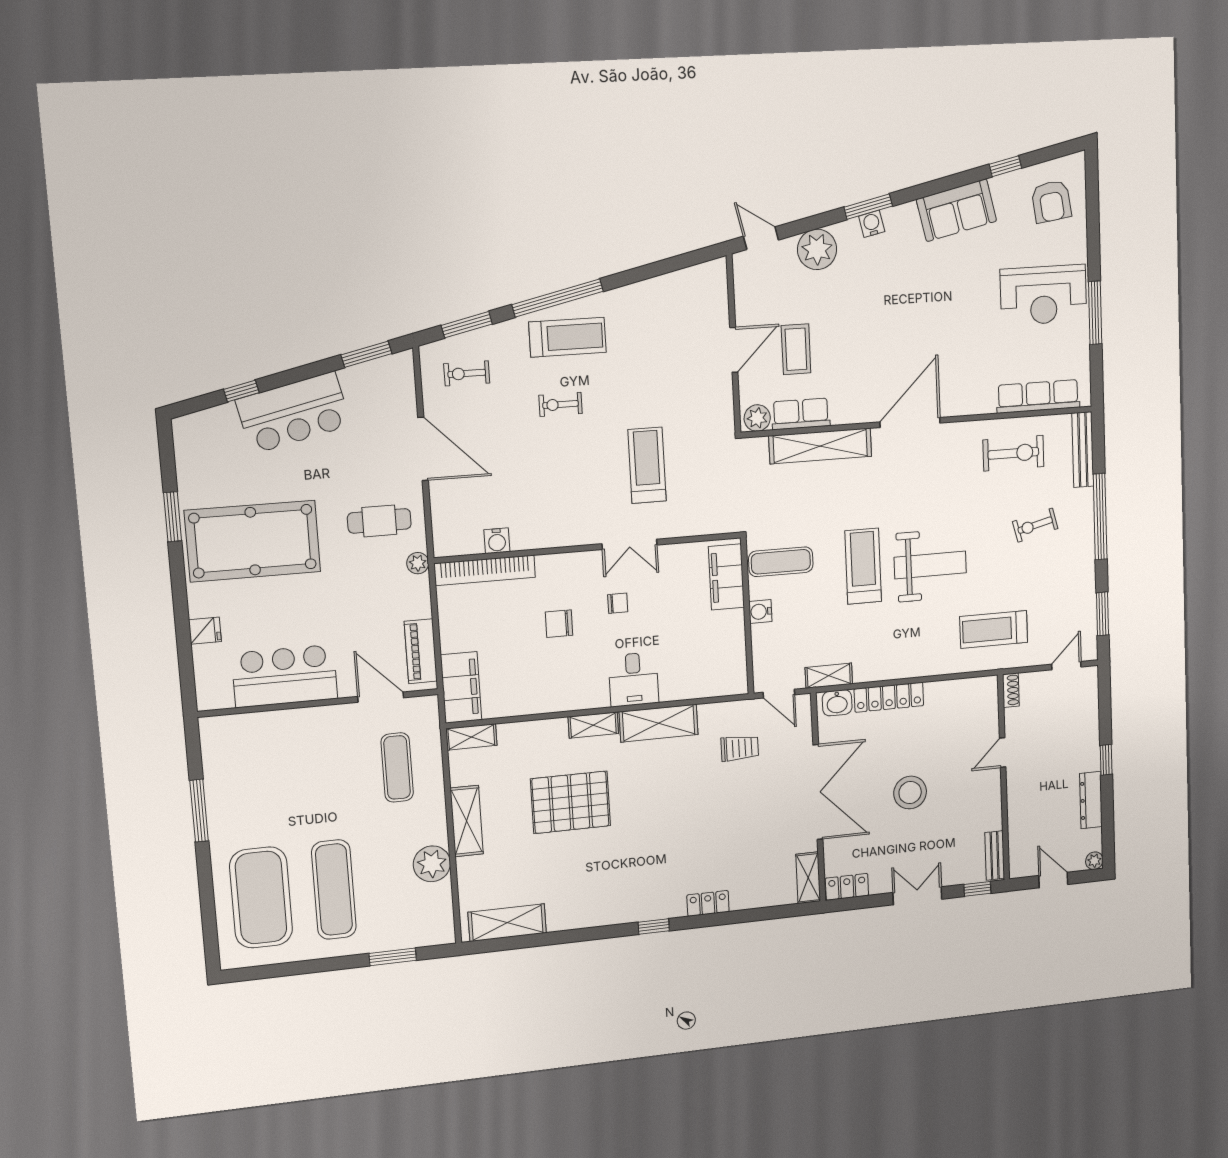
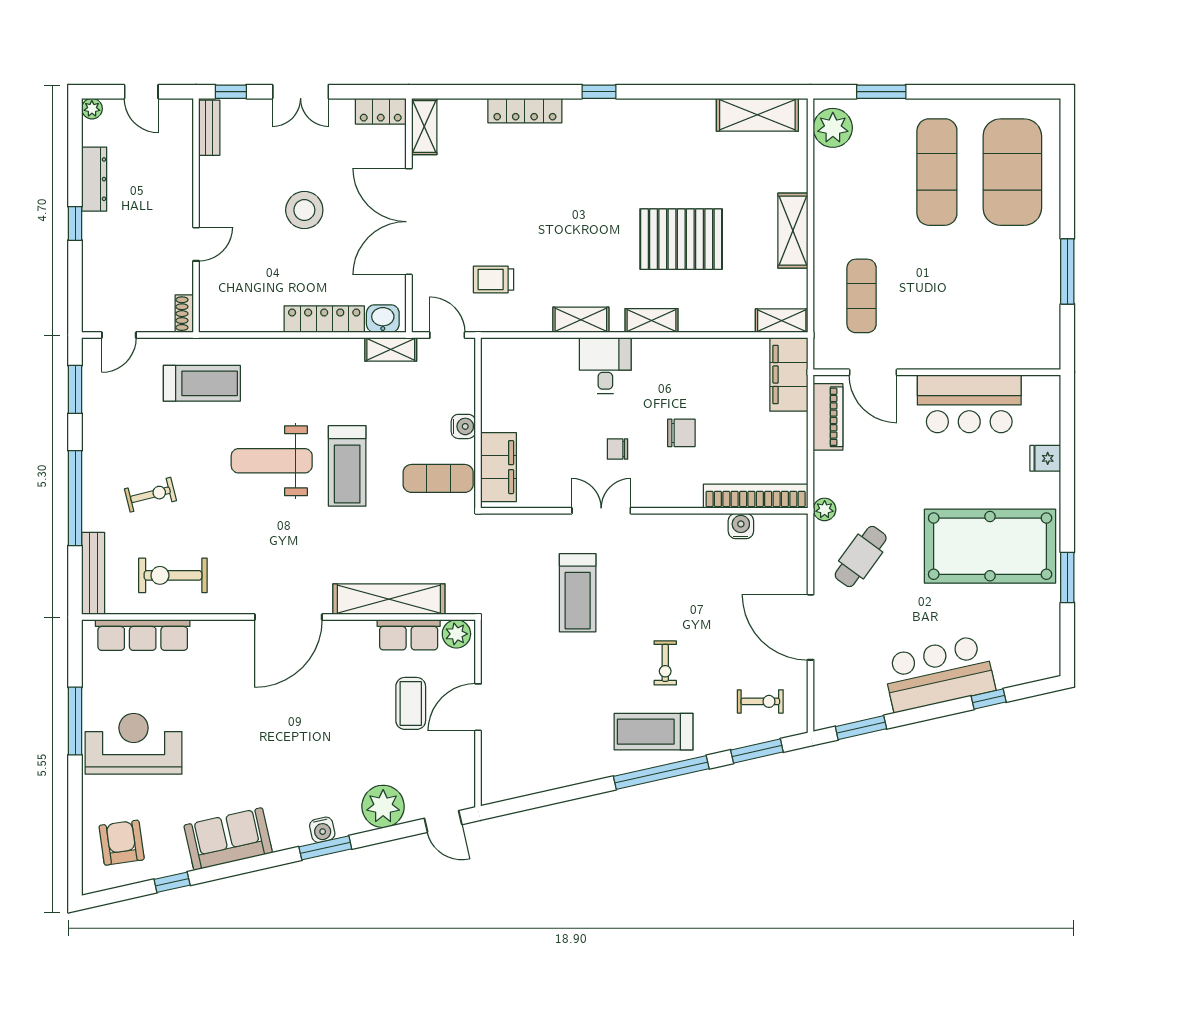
exercise bike: (561, 404) -> (665, 663), turned 90
cafe table: (379, 521) -> (861, 556), turned -54
shelving: (659, 723) -> (581, 320), width x0.67, depth x0.75
plant: (432, 864) -> (833, 128), moved
locker: (708, 903) -> (525, 111), width x1.53

